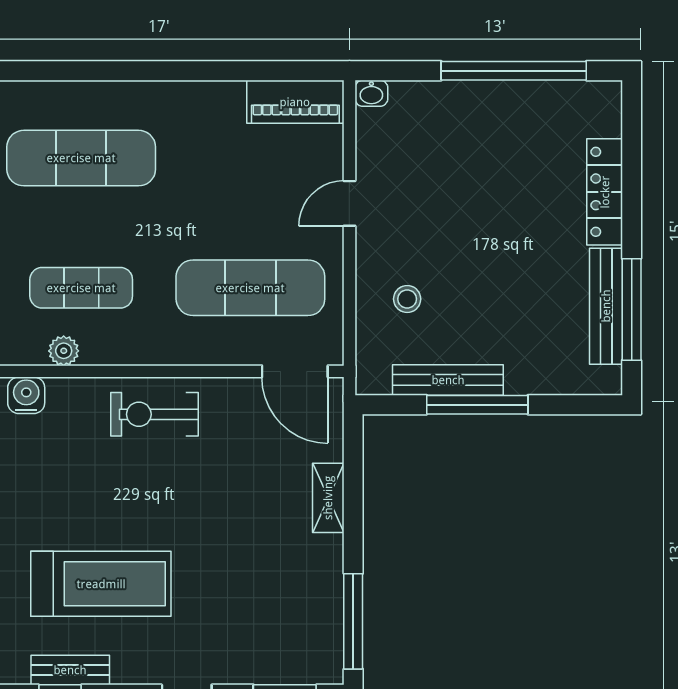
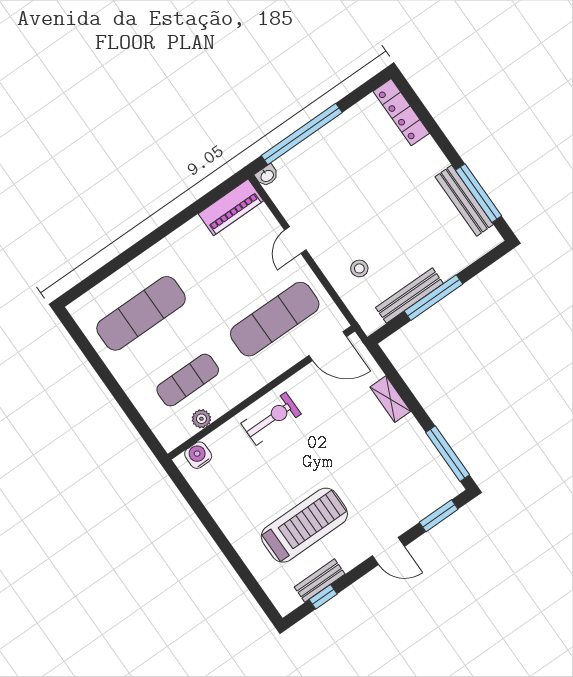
window: (514, 71) -> (302, 134), moved
locker: (605, 192) -> (401, 112), moved
exercise bike: (155, 414) -> (271, 419), turned 180

